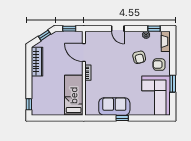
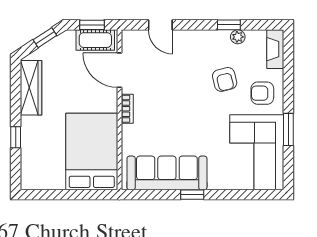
door: (118, 29) -> (160, 25), moved
window: (154, 29) -> (229, 25), moved
cot: (71, 37) -> (95, 40), added
bed: (74, 95) -> (92, 152), width x1.50
window: (29, 104) -> (16, 137), moved
sofa: (114, 107) -> (167, 173), width x1.36

